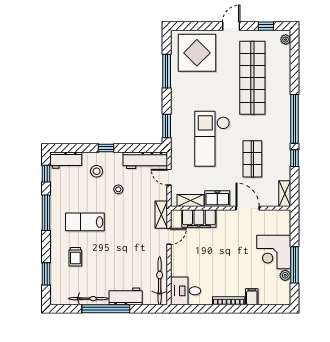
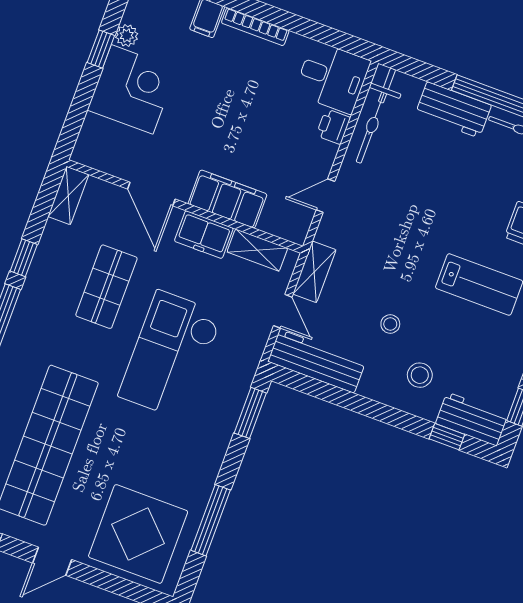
checkout: (212, 139) -> (170, 355), turned 180
window: (106, 148) -> (447, 437), moved
shelving: (161, 215) -> (314, 272), moved
filing cabinet: (199, 219) -> (227, 199), moved
window: (295, 265) -> (101, 49), width x0.46
printer: (177, 269) -> (333, 127), added

